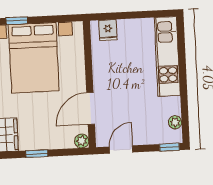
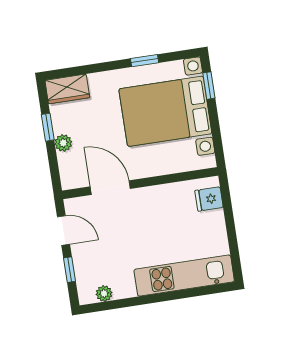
plant: (82, 141) -> (63, 143), moved
window: (169, 147) -> (70, 270), moved

